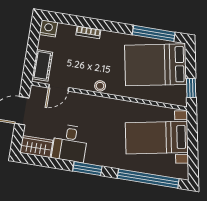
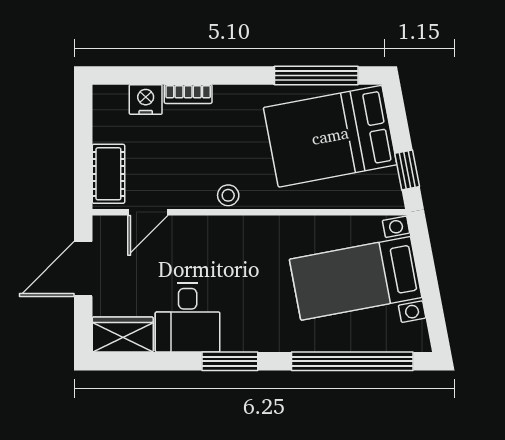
nightstand: (48, 28) -> (146, 99), moved

